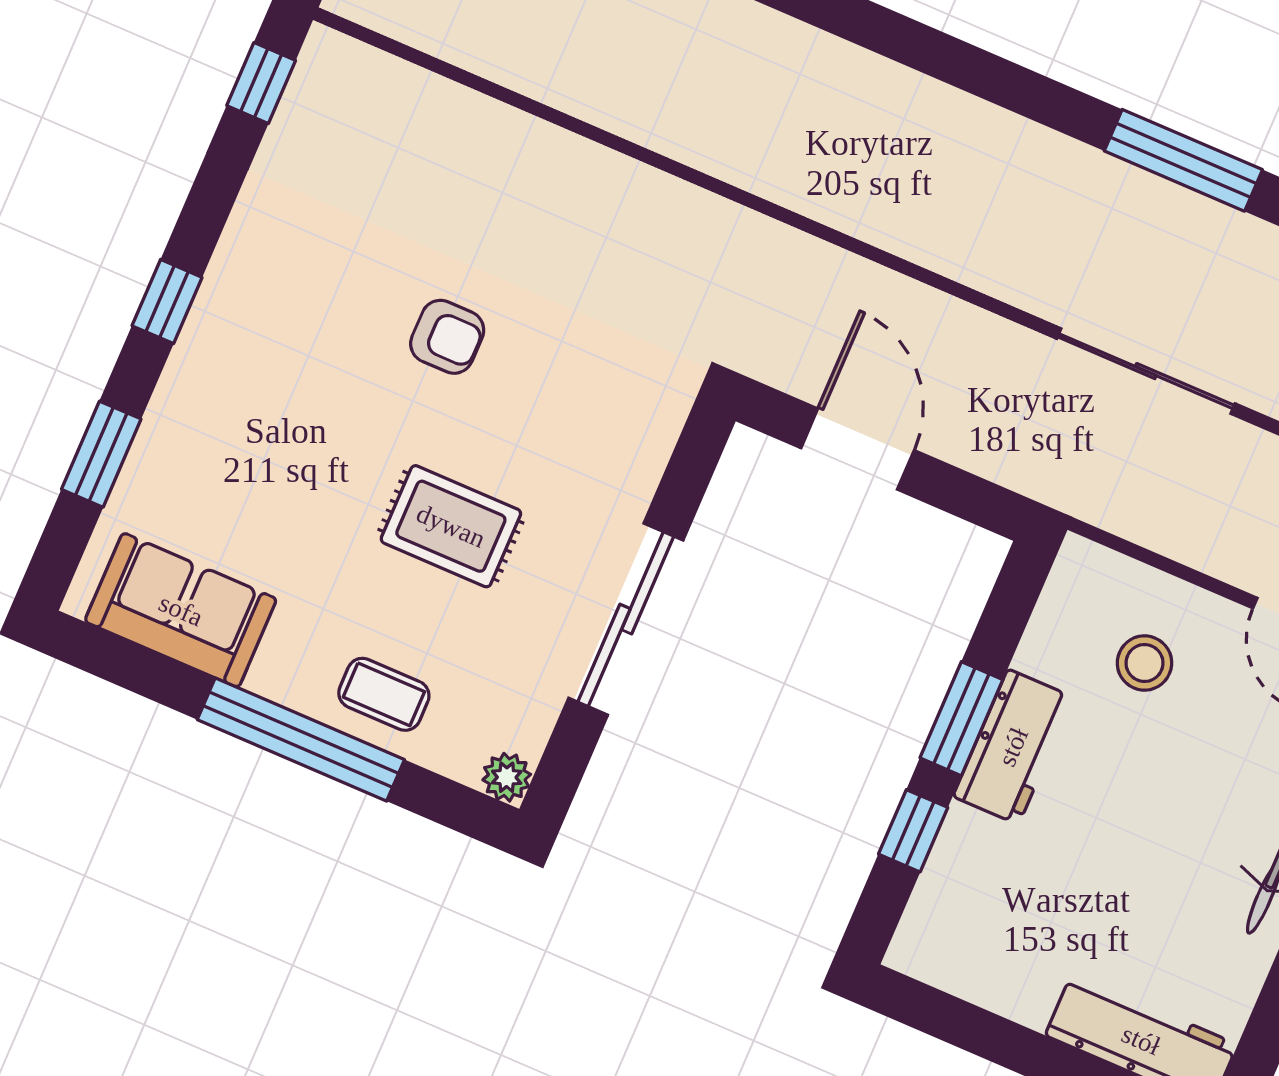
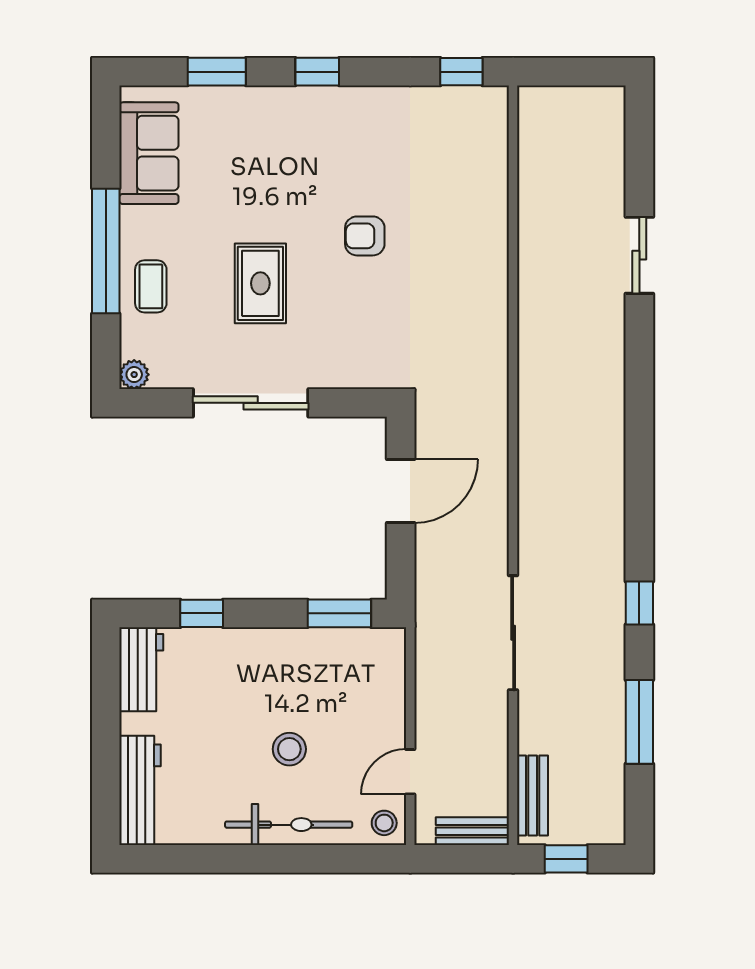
window: (1183, 160) -> (639, 603), width x0.46
armchair: (447, 337) -> (365, 236), turned 90
stool: (1144, 663) -> (289, 749), moved
window: (961, 719) -> (339, 613), moved
workbench: (1013, 747) -> (141, 669), moved, turned -90

